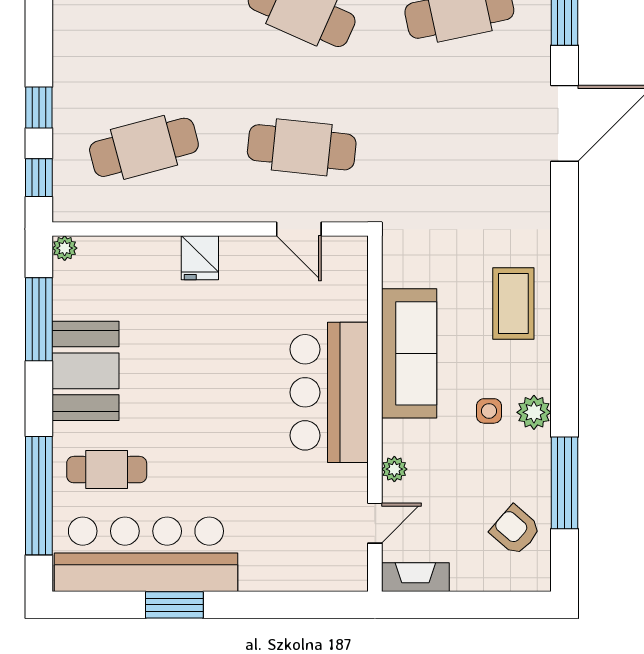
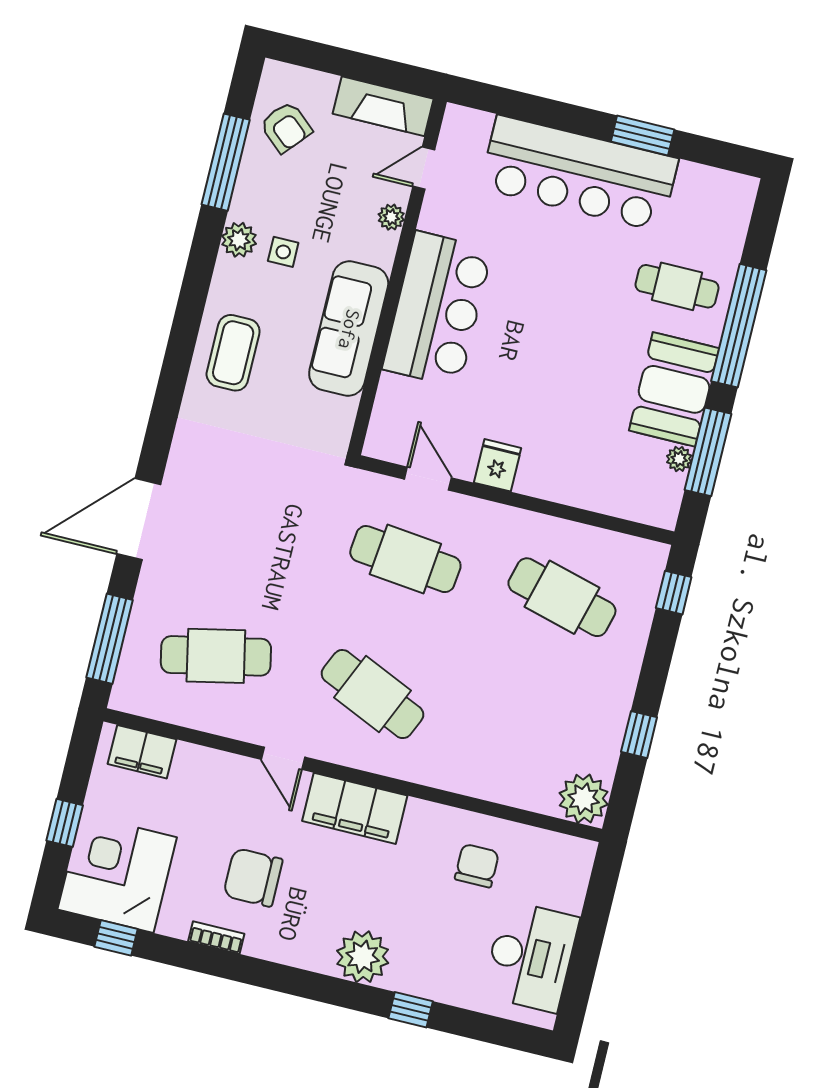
window: (39, 108) -> (639, 735), moved
cafe table: (144, 147) -> (562, 597), turned 30
plant: (65, 248) -> (679, 459), moved
fridge: (200, 258) -> (498, 465), moved
window: (39, 496) -> (739, 326), moved
bar counter: (146, 554) -> (579, 173), moved
fireplace: (415, 577) -> (383, 106), width x1.37, depth x1.32

